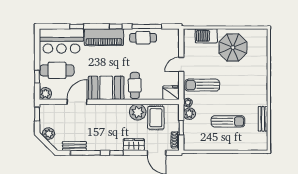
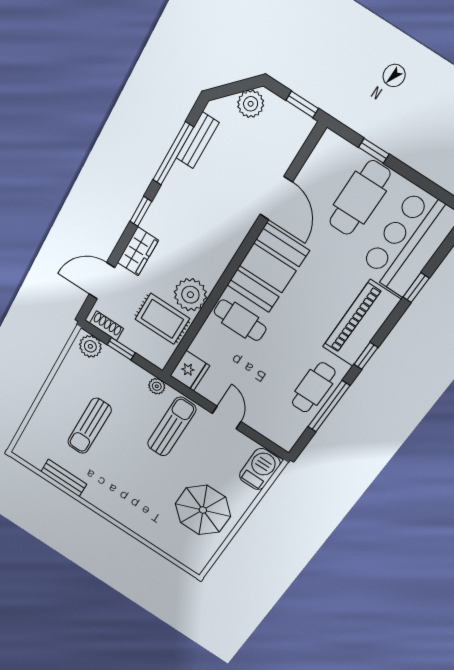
barbecue: (206, 36) -> (260, 469), moved
plant: (45, 94) -> (331, 147), removed
plant: (189, 114) -> (90, 346), moved

